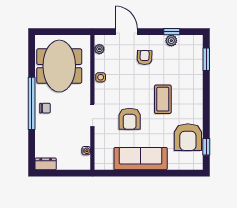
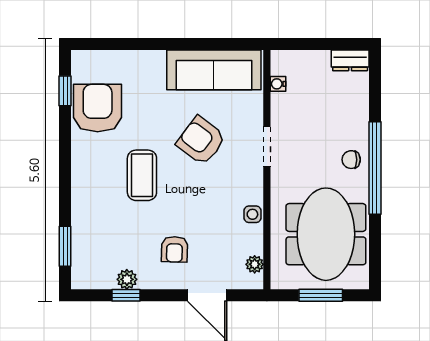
window: (62, 32) -> (321, 295), added
armchair: (130, 119) -> (201, 141), turned -53
sofa: (141, 159) -> (214, 70), moved

